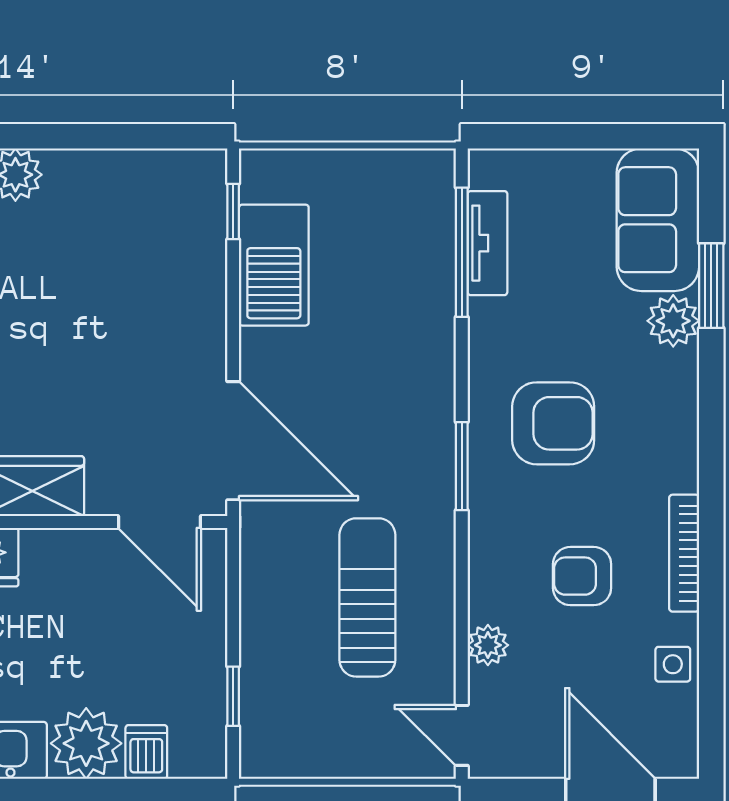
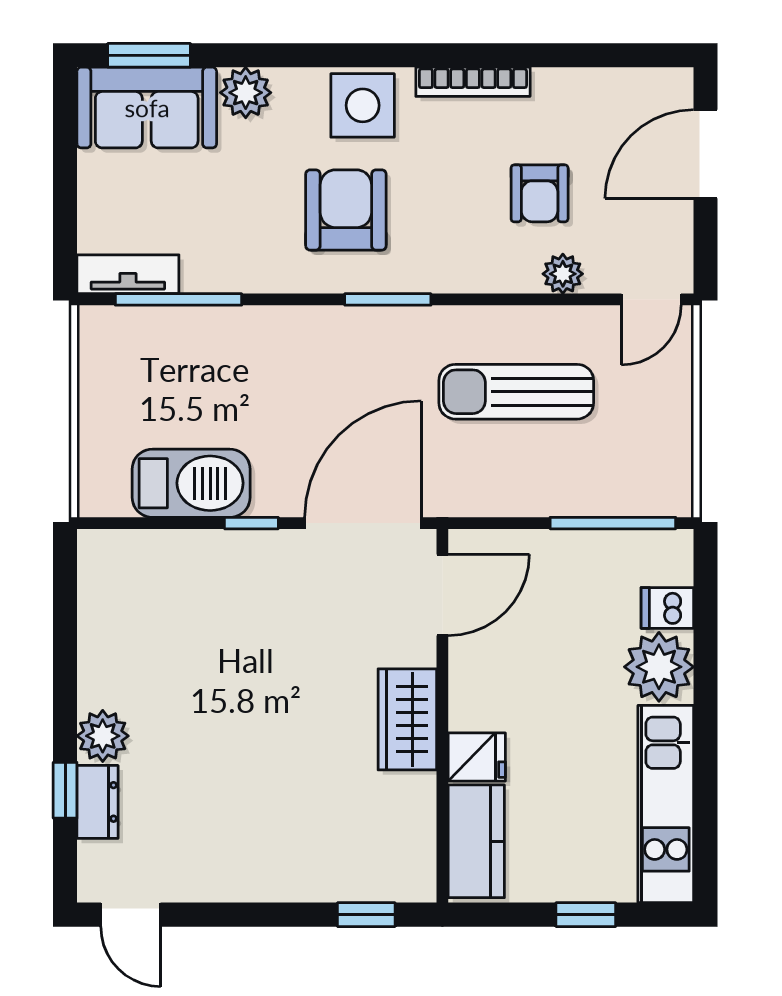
window: (233, 212) -> (251, 523), moved
tv unit: (487, 243) -> (128, 274), moved
window: (711, 286) -> (149, 55), moved
armchair: (582, 576) -> (540, 193), moved
side table: (673, 664) -> (363, 105), moved, width x1.87, depth x1.87
window: (233, 696) -> (613, 523), width x2.17

